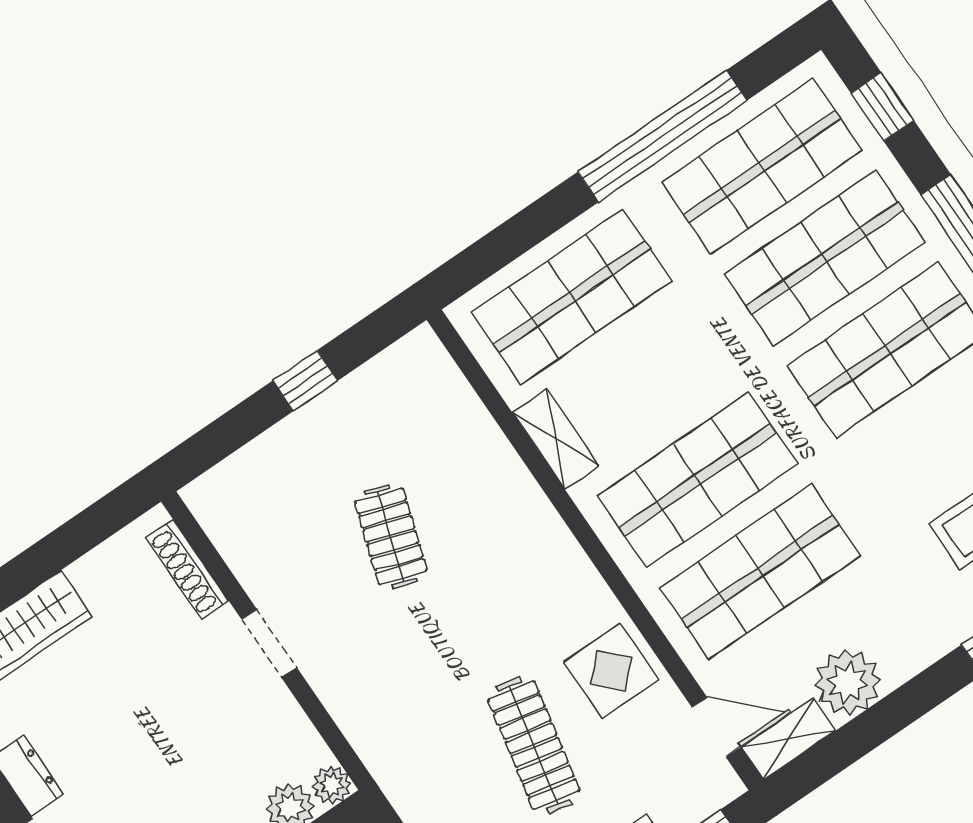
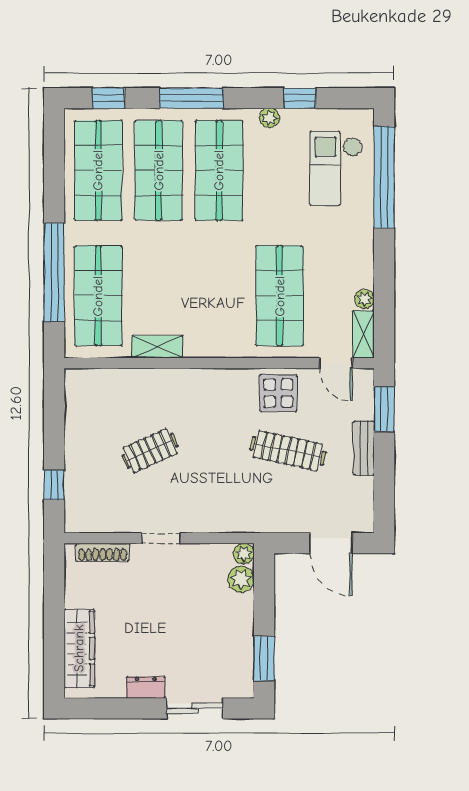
window: (662, 136) -> (54, 272), moved
window: (305, 381) -> (54, 485), moved
shop shelf: (697, 480) -> (219, 296), removed
clothes rail: (391, 536) -> (150, 451), turned -42
plant: (848, 682) -> (365, 299), width x0.53, depth x0.53
door: (716, 727) -> (336, 363), swing flipped

